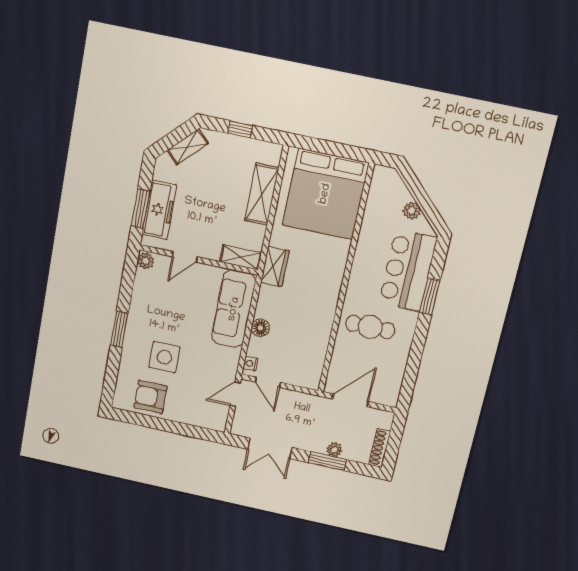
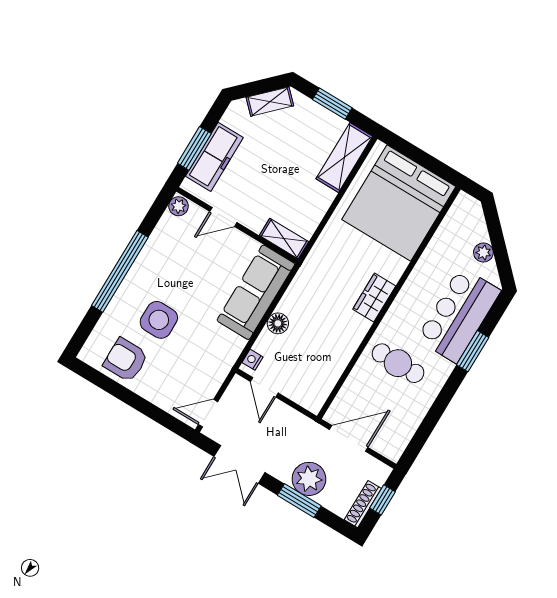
window: (240, 129) -> (332, 104), width x1.50
shelving: (262, 194) -> (344, 157), moved
wardrobe: (275, 266) -> (374, 298), moved, turned 180
window: (119, 329) -> (120, 271), width x2.11
door: (235, 394) -> (208, 413), moved
window: (395, 440) -> (383, 500), added
plant: (334, 450) -> (309, 479), width x1.88, depth x1.88

